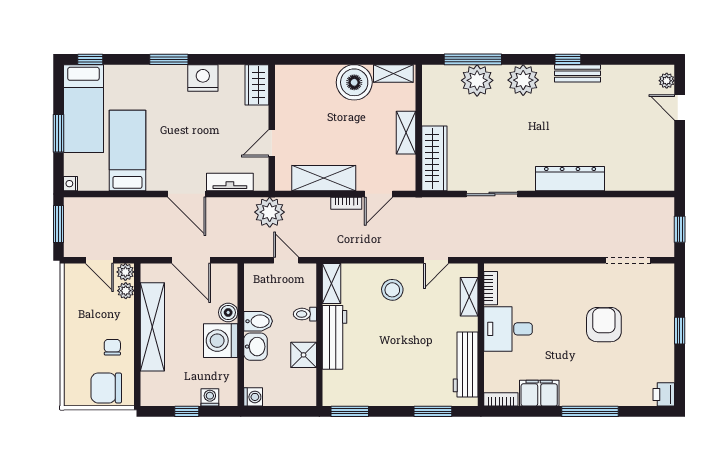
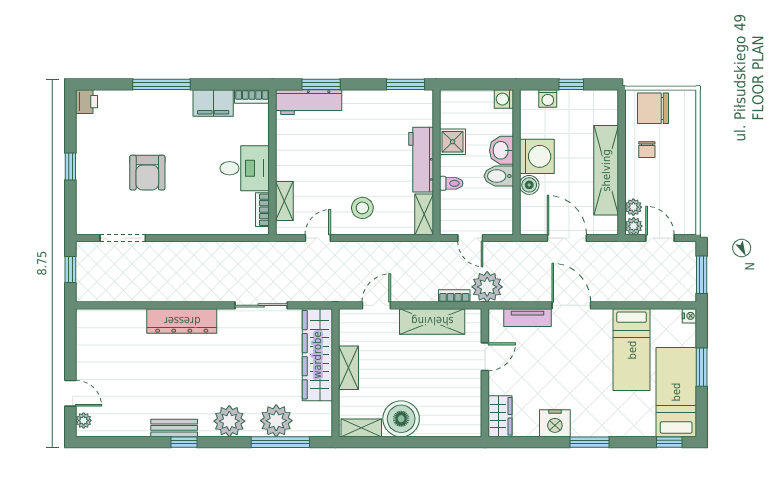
wardrobe: (434, 158) -> (317, 355), width x1.40, depth x1.17
bookcase: (346, 203) -> (454, 296), moved
workbench: (466, 364) -> (309, 102), moved, turned 90
chair: (106, 388) -> (653, 108), turned 180

